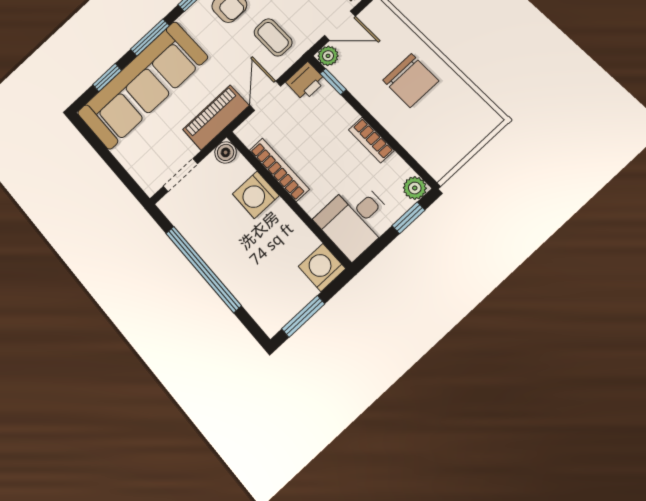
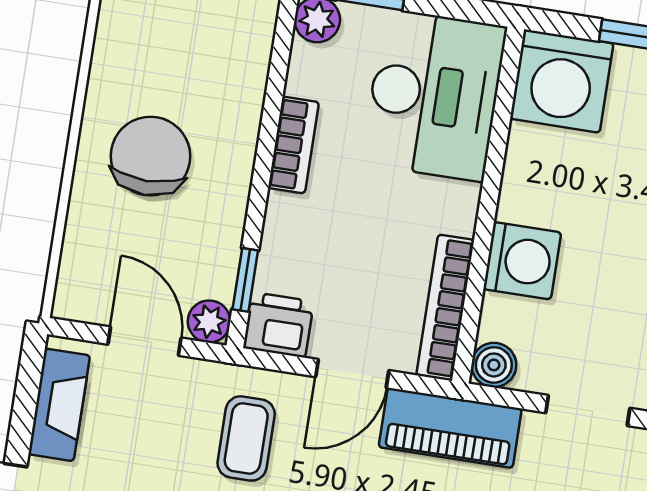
bookcase: (279, 170) -> (445, 308), moved
desk: (355, 219) -> (434, 95), width x1.37
washing machine: (322, 268) -> (562, 81), width x1.37, depth x1.37

